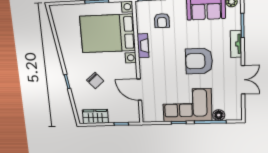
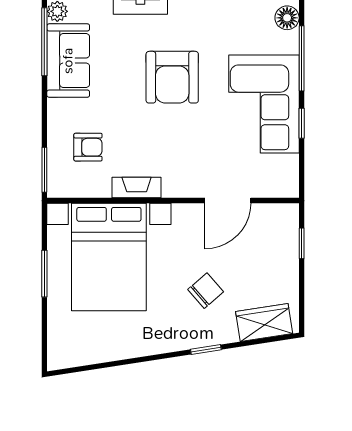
floor lamp: (219, 115) -> (287, 18), moved
wardrobe: (95, 116) -> (264, 322), moved, turned 81

